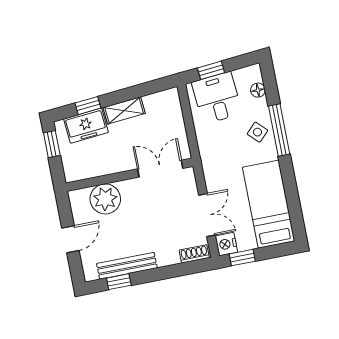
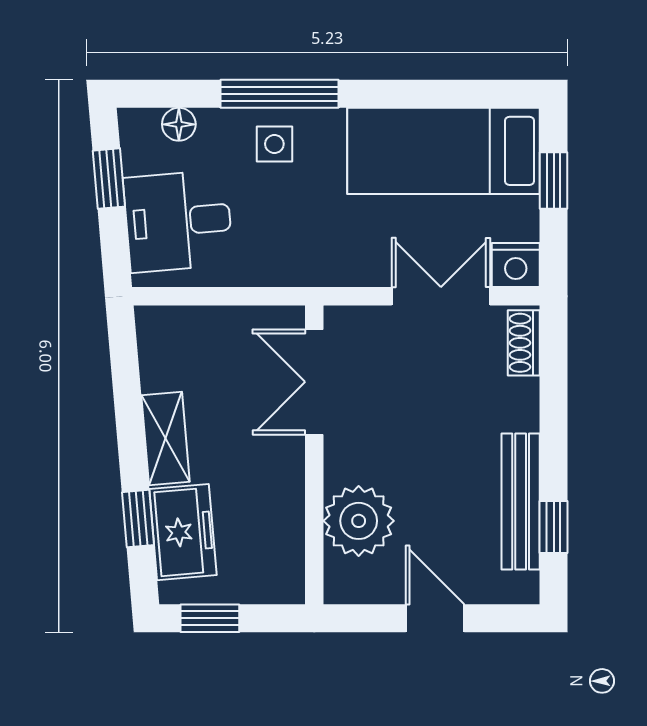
window: (211, 70) -> (109, 179), moved
side table: (257, 132) -> (274, 144), turned 45
window: (242, 258) -> (554, 180), moved

